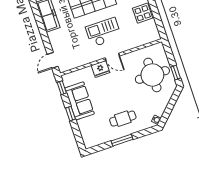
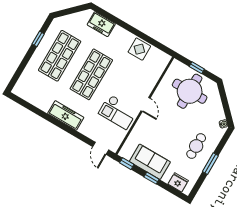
checkout: (104, 32) -> (118, 112), moved, turned -90
door: (112, 57) -> (145, 104), hinge flipped
fridge: (101, 69) -> (178, 182), moved, turned -90
window: (176, 73) -> (197, 68), moved

